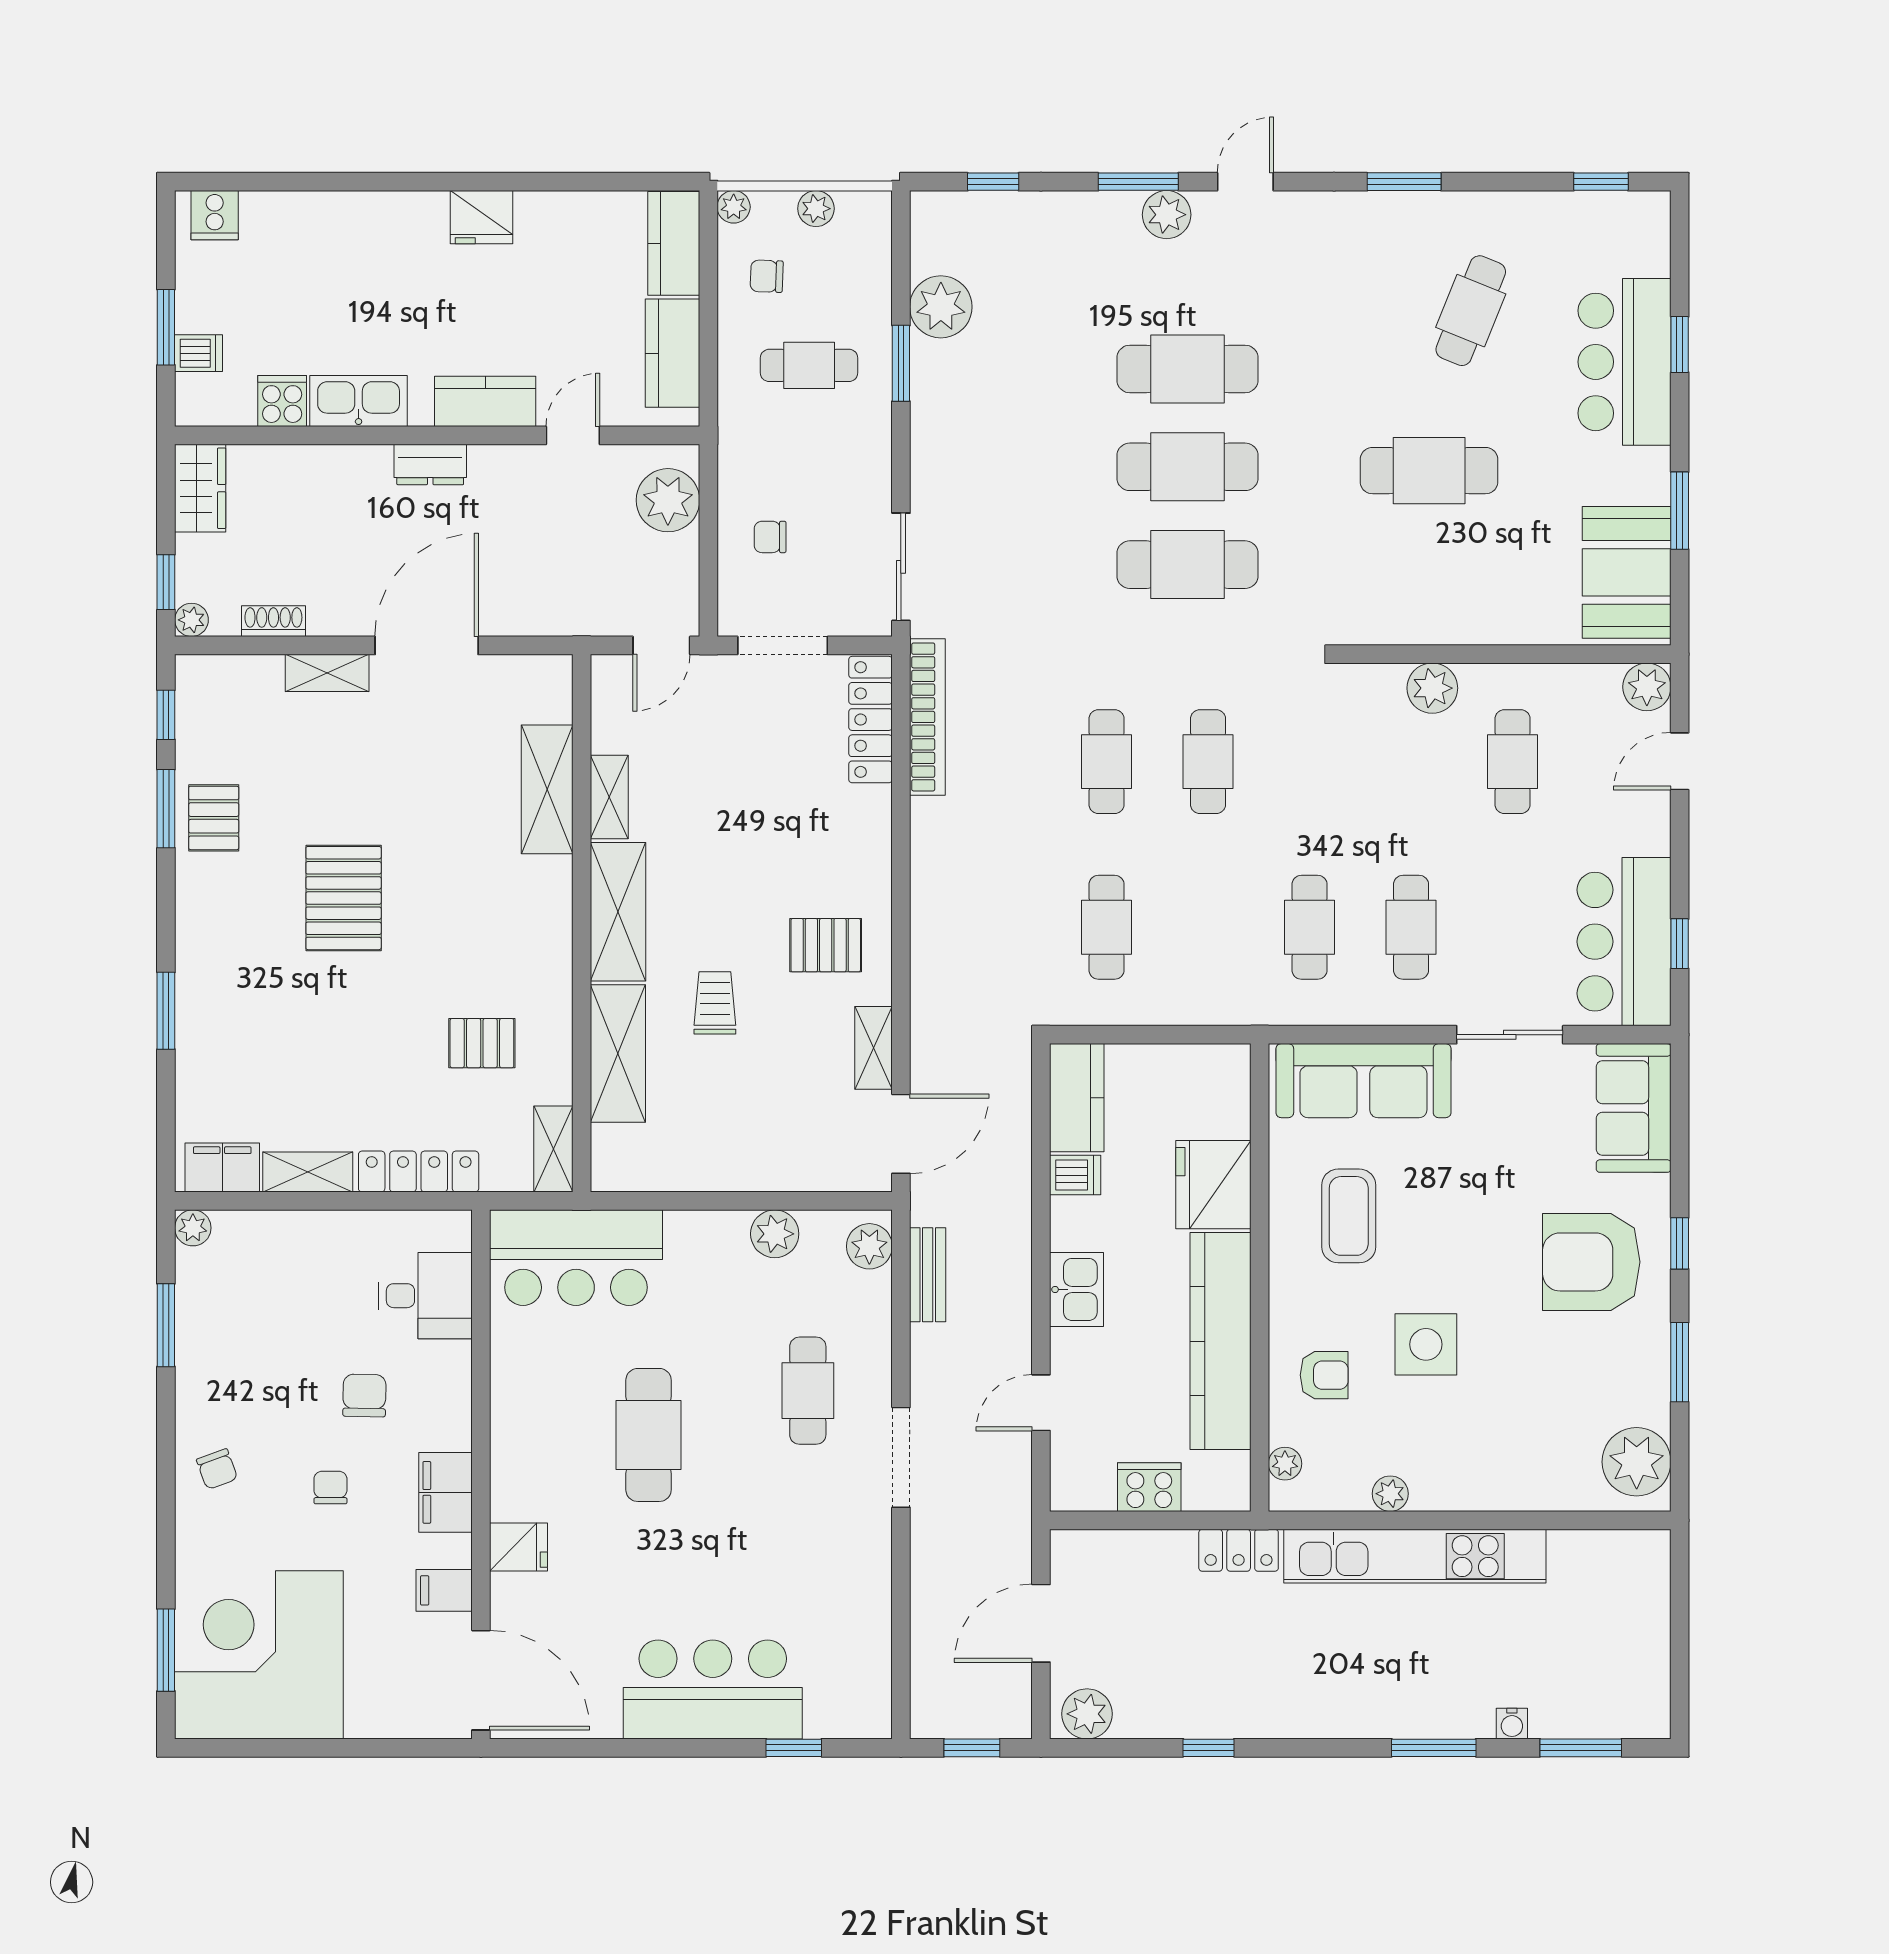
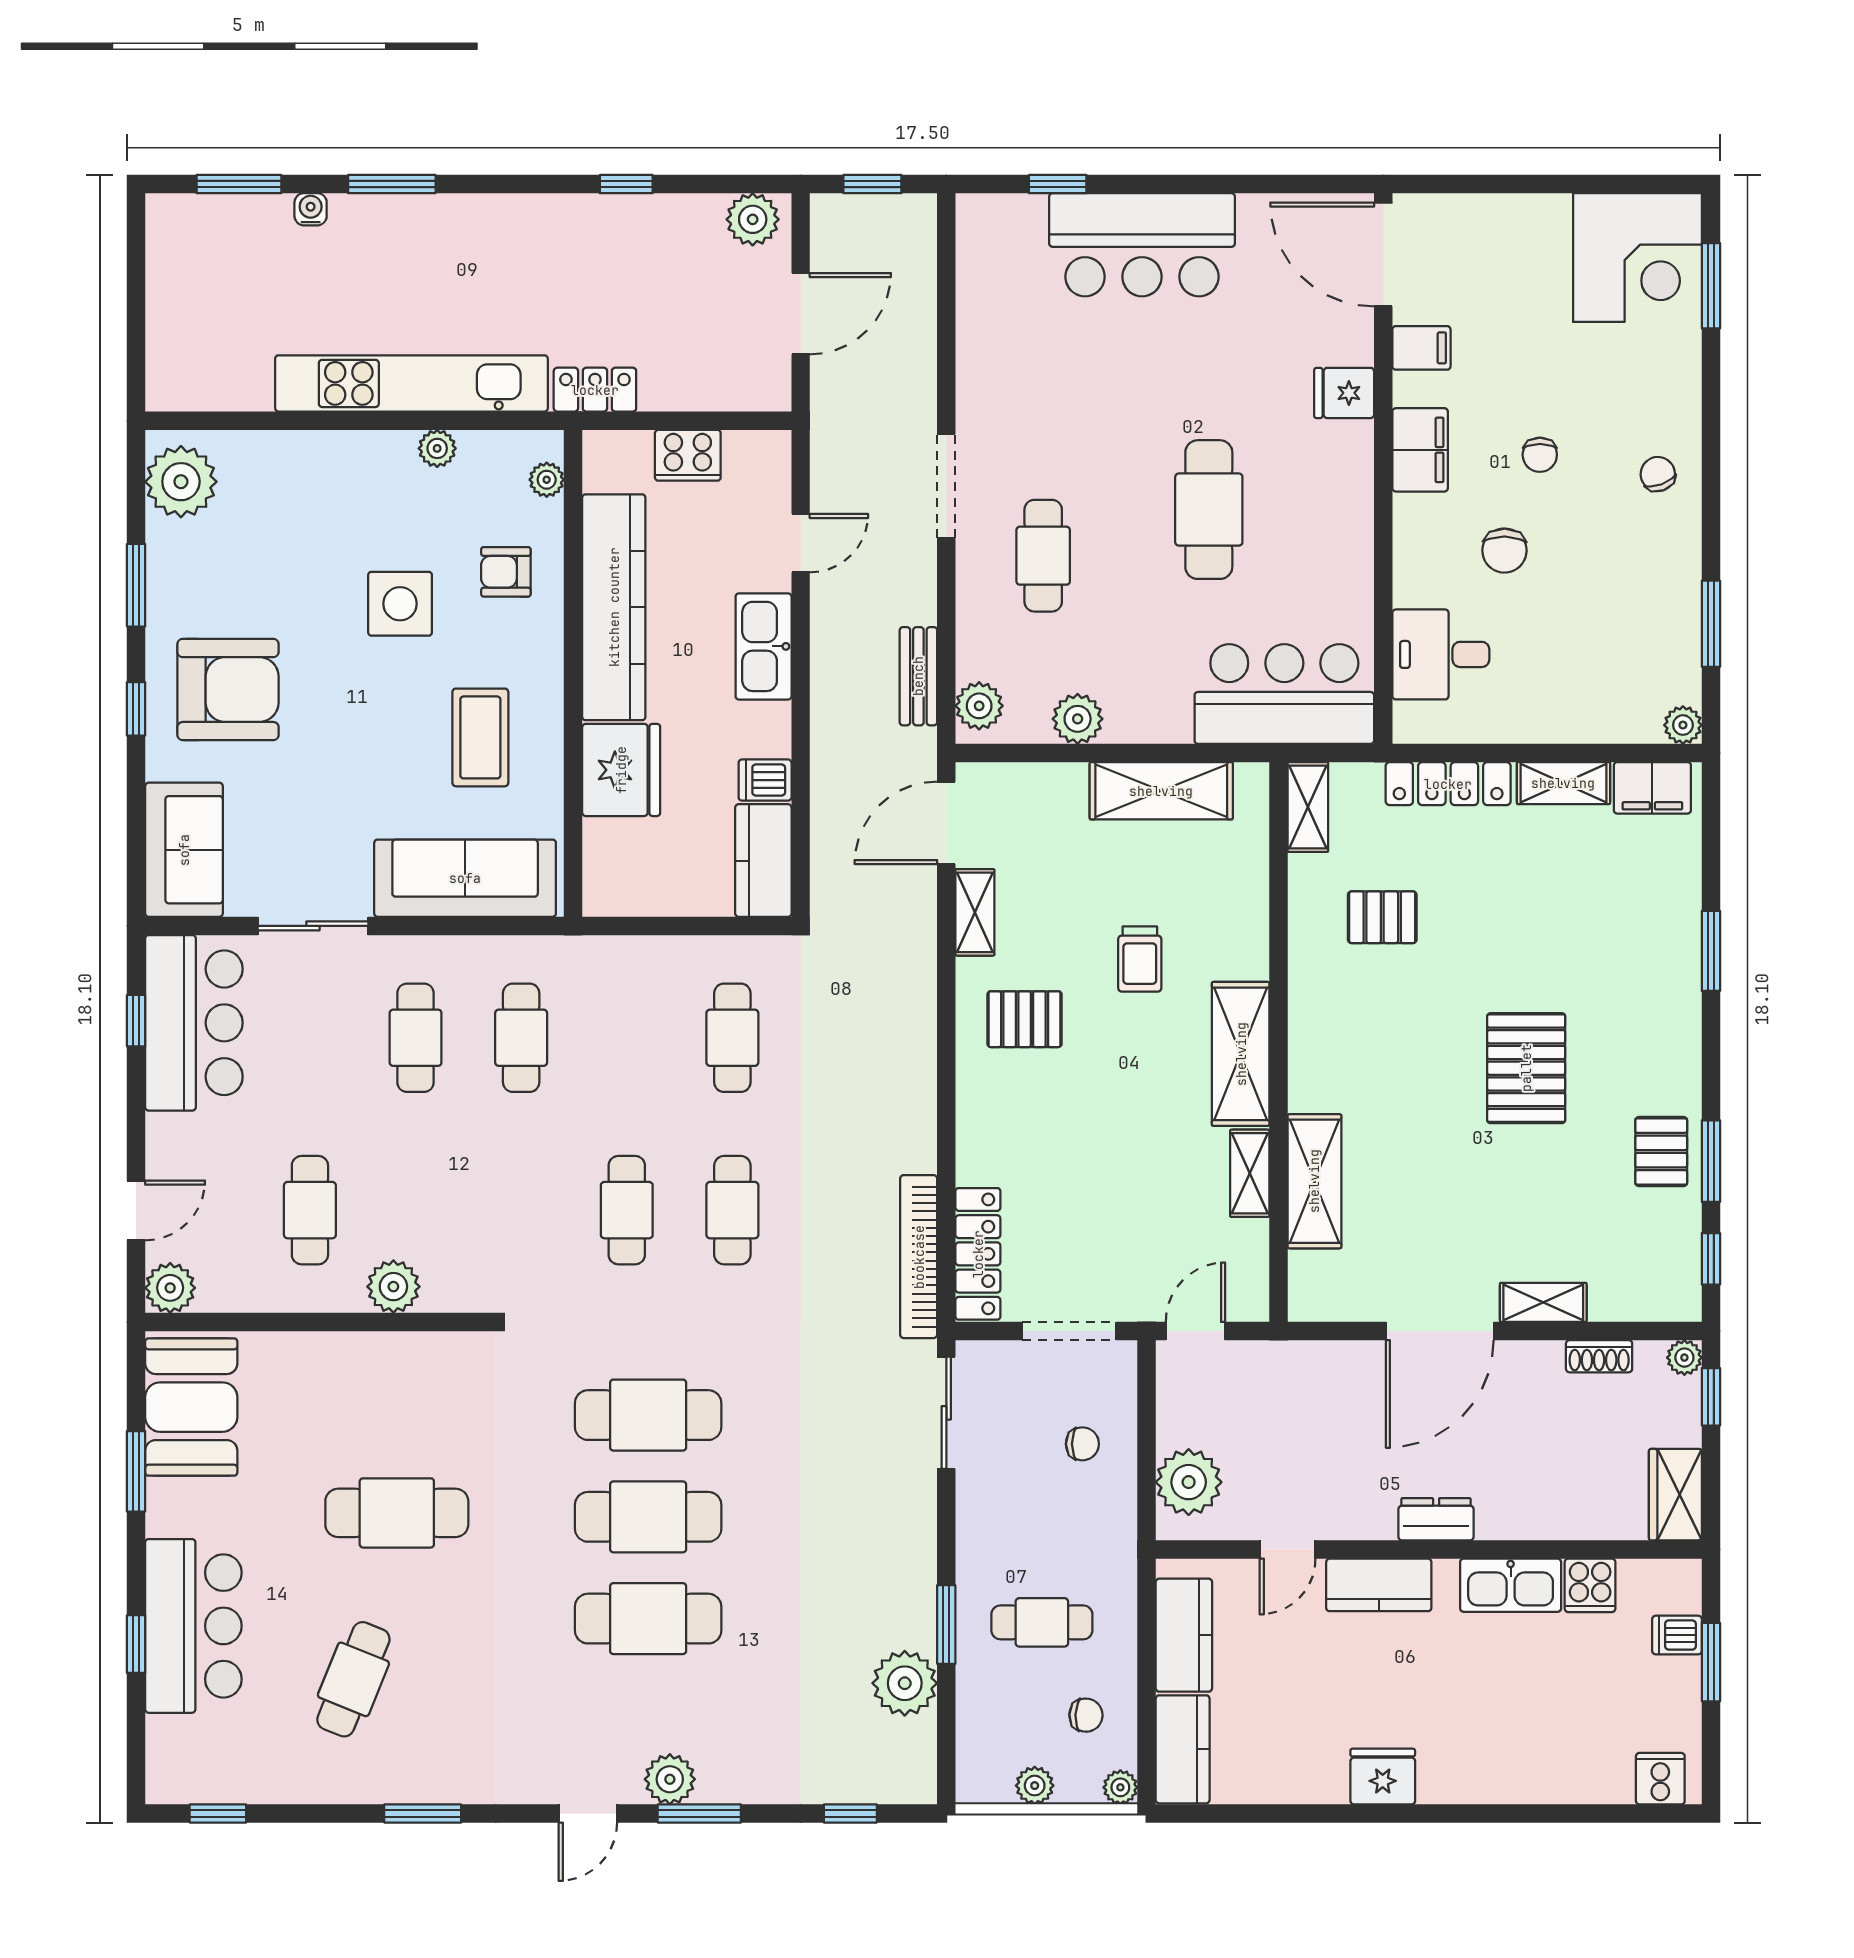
shelving: (618, 1053) -> (1161, 791), moved, turned 90
kitchen sink: (1077, 1289) -> (764, 646), width x1.38
corner desk: (259, 1655) -> (1637, 258), width x0.74, depth x0.74

